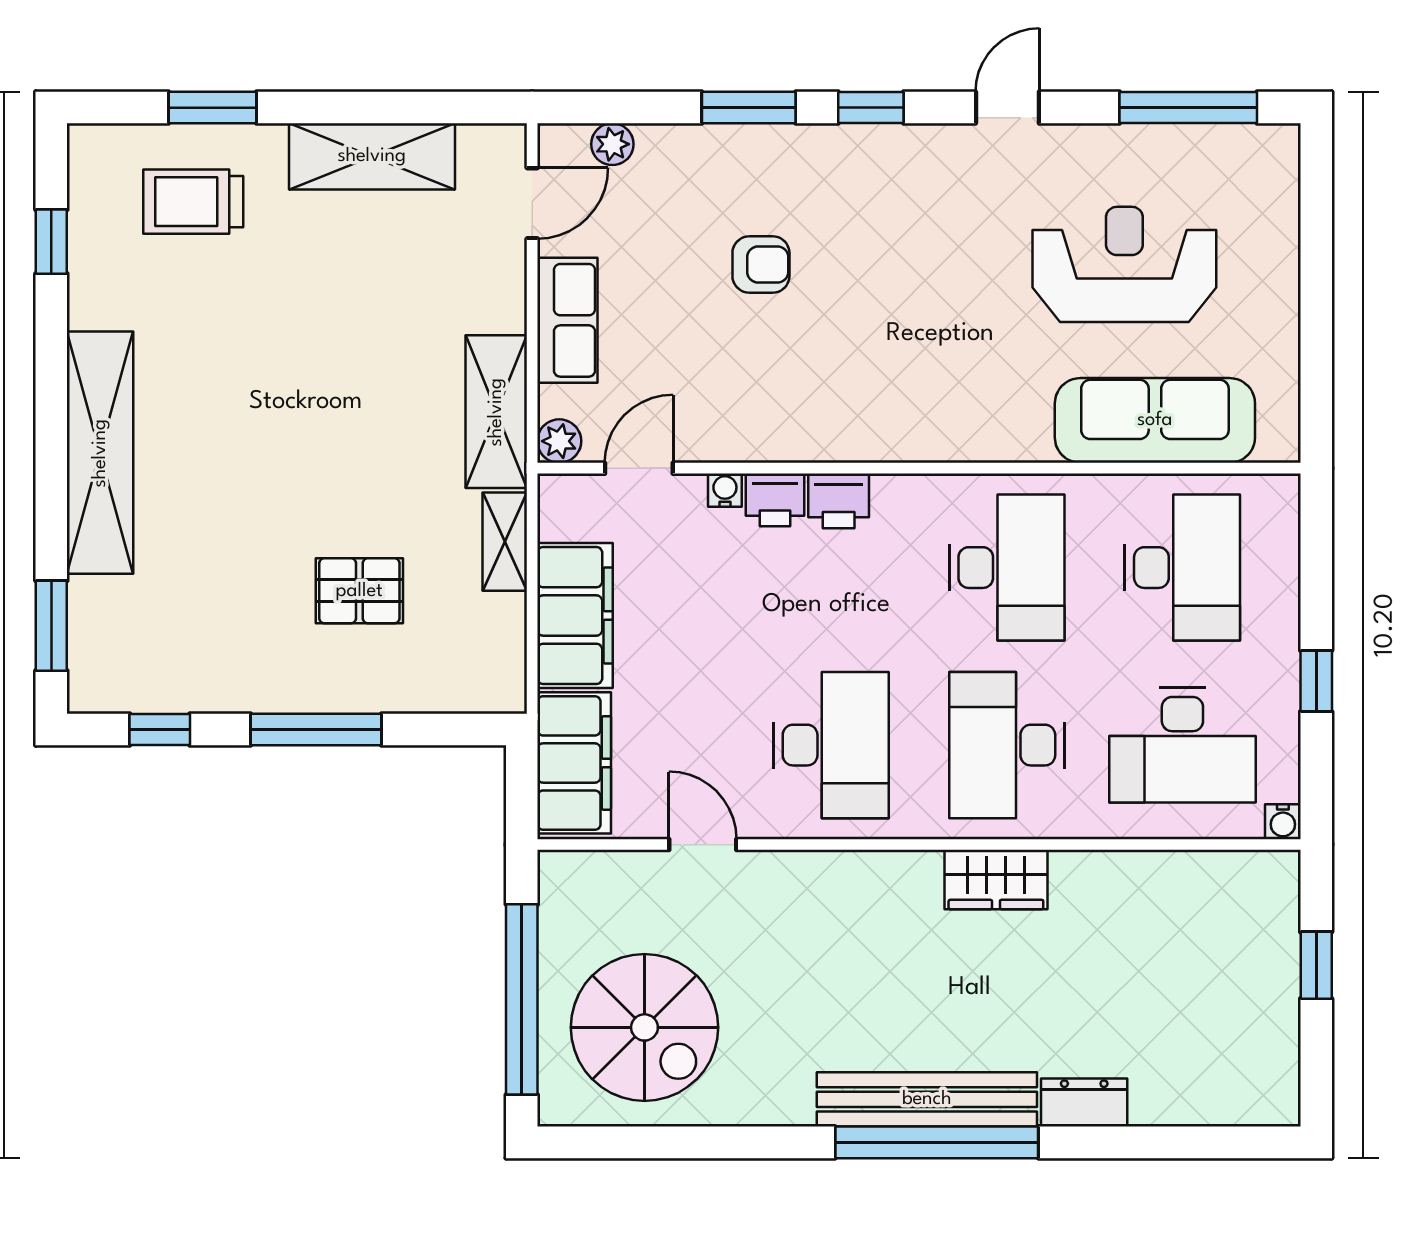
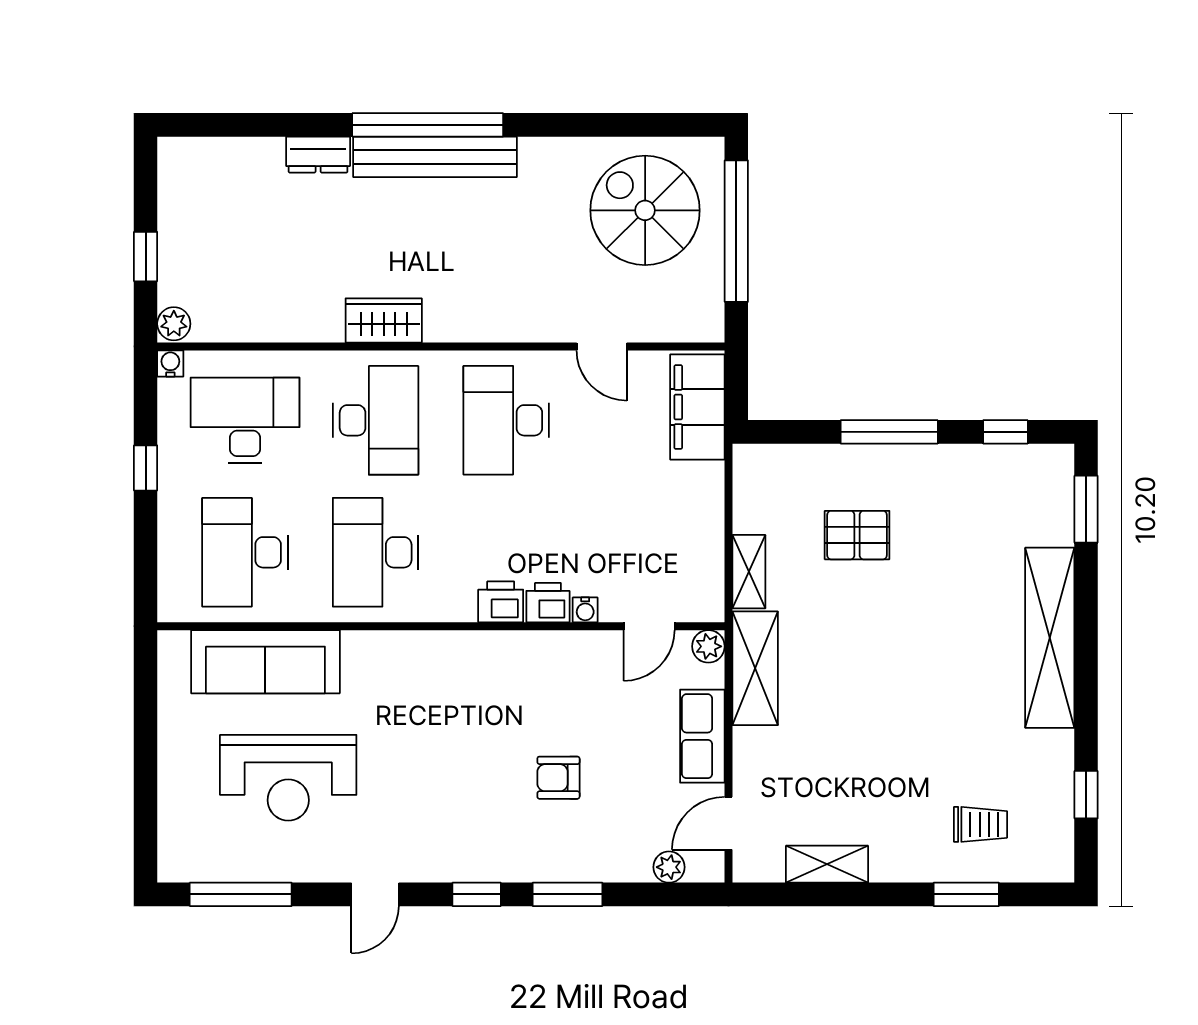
shelving: (372, 156) -> (827, 864), width x0.67, depth x0.75
trolley: (193, 202) -> (980, 824), width x0.73, depth x0.72
filing cabinet: (575, 615) -> (697, 517), removed
plant: (1278, 875) -> (174, 324), added

